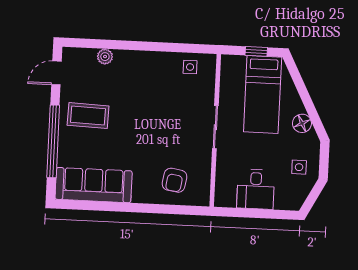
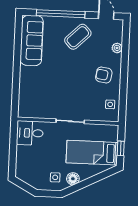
coffee table: (88, 116) -> (78, 37), turned 44
side table: (299, 167) -> (55, 177), moved
armchair: (175, 180) -> (104, 75), moved
desk: (256, 189) -> (30, 133), moved

